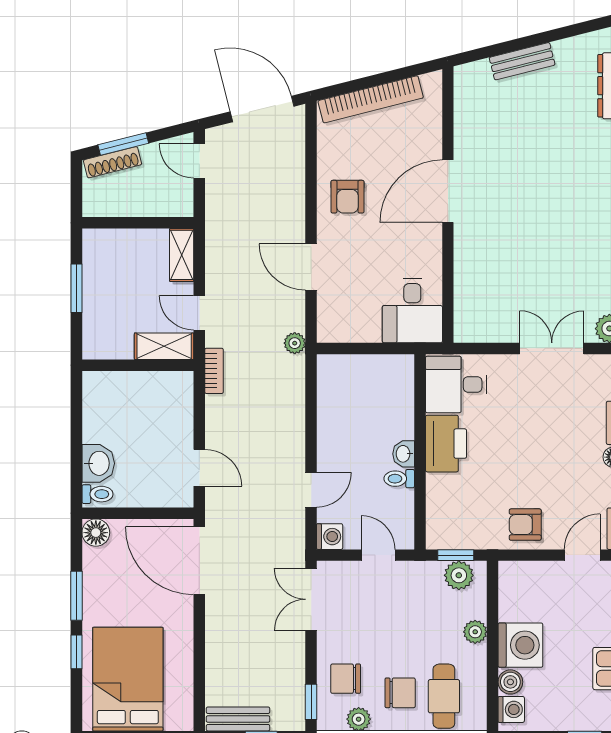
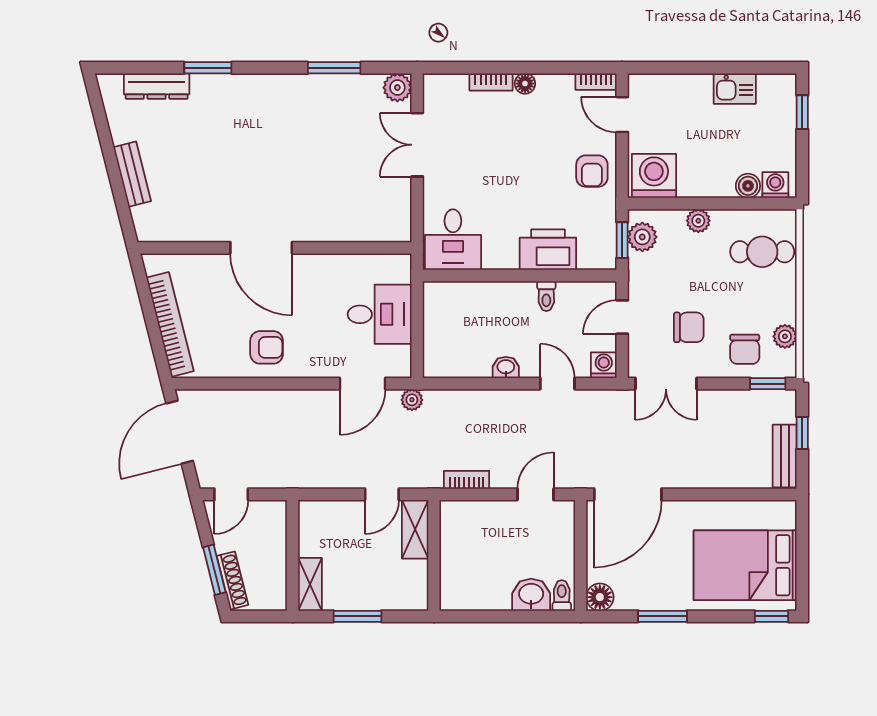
shelving: (182, 255) -> (310, 584), moved, turned 90
door: (311, 267) -> (363, 384), moved
desk: (412, 311) -> (380, 314), moved
bookcase: (214, 371) -> (467, 480), moved
printer: (446, 444) -> (548, 250), moved
washbasin: (404, 454) -> (506, 367), moved, turned 180
washing machine: (520, 645) -> (654, 176), moved
window: (76, 652) -> (771, 616), moved
chair: (400, 693) -> (689, 327), moved, turned 90

